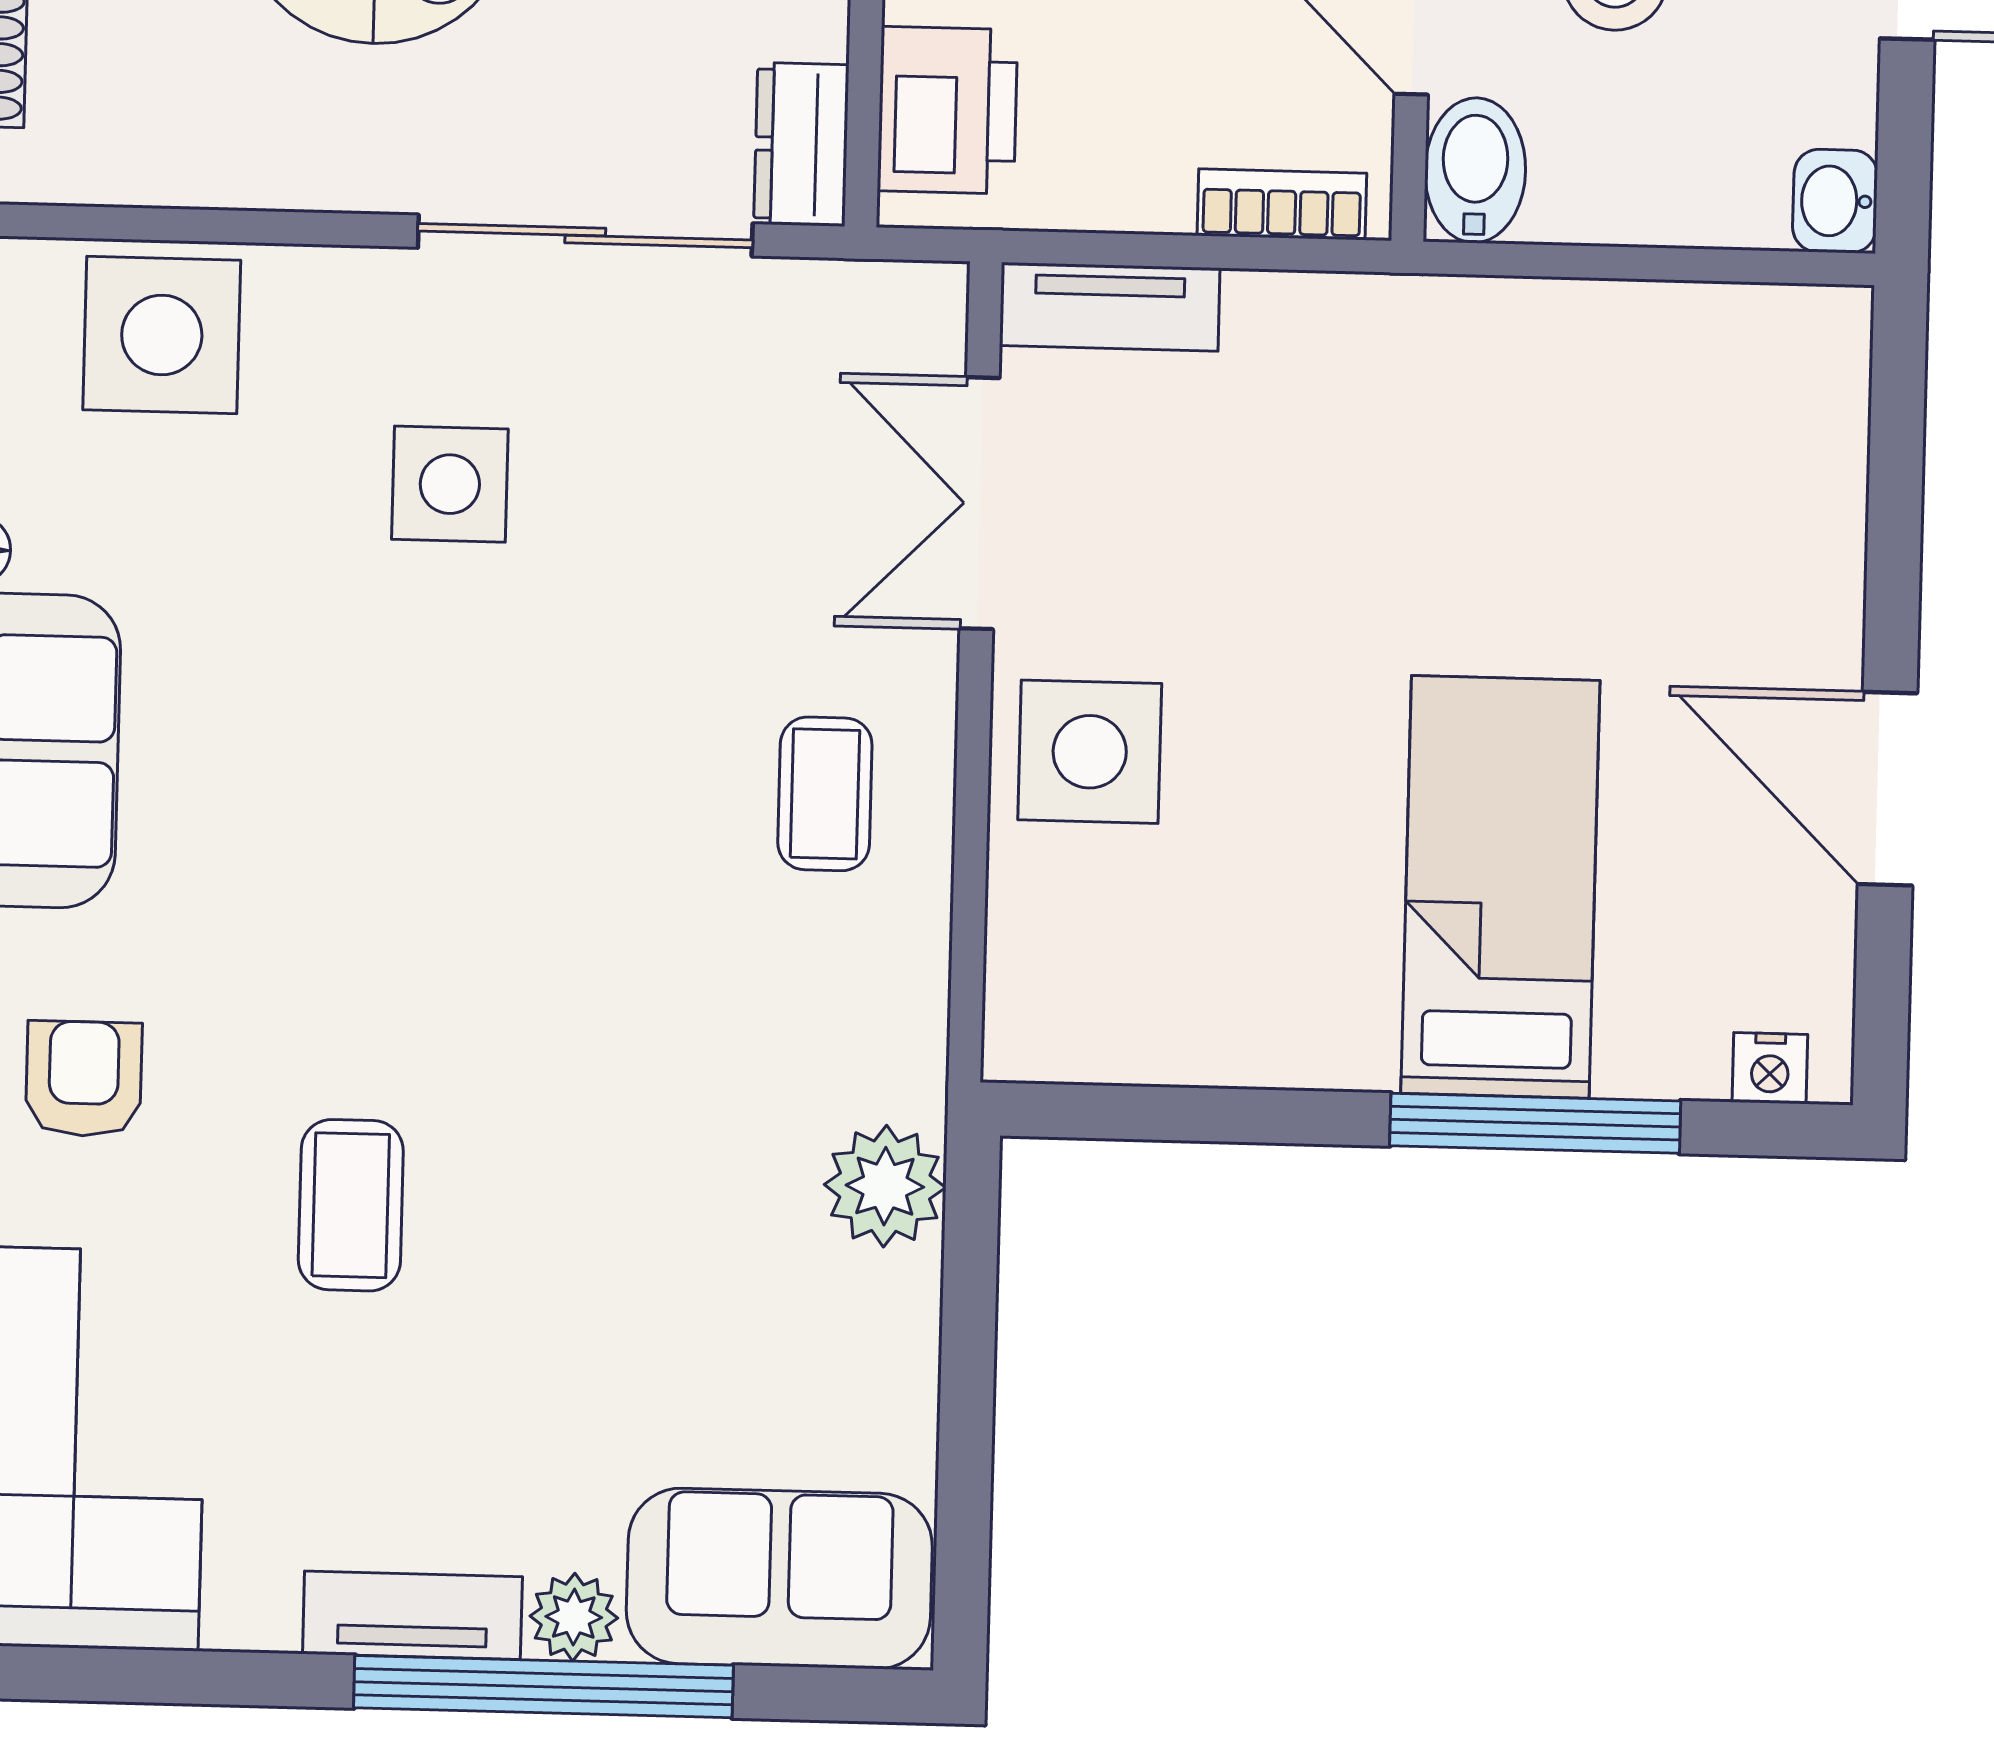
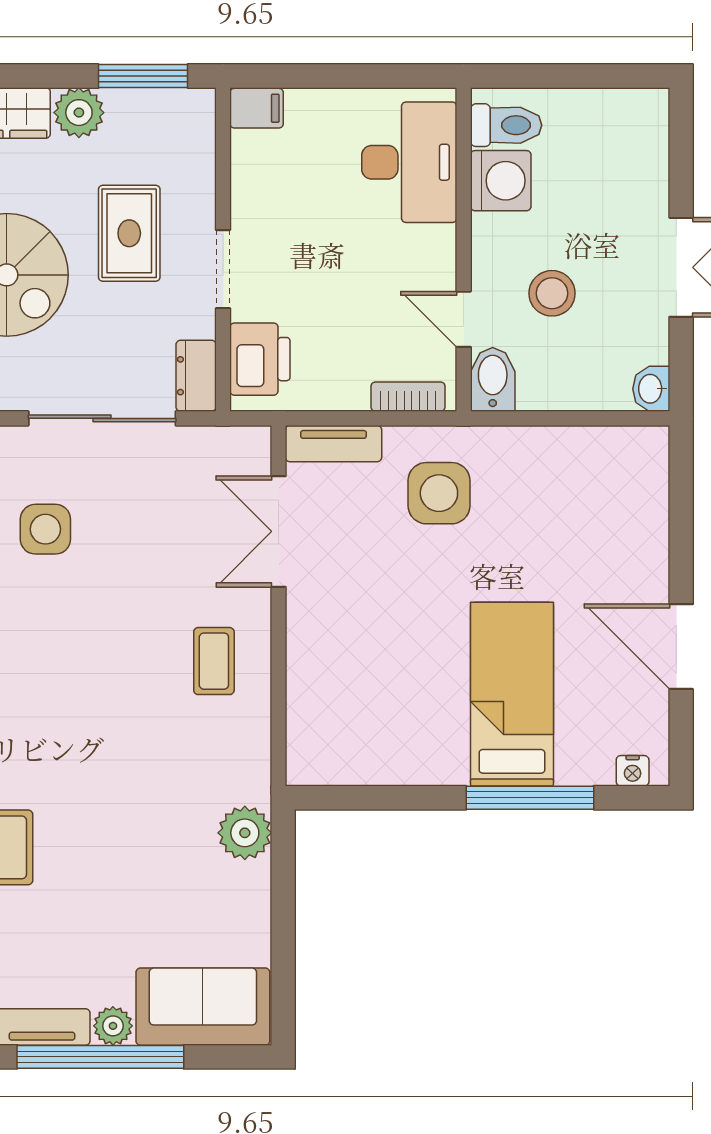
side table: (1090, 752) -> (439, 493), moved

